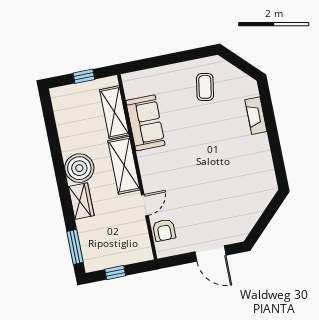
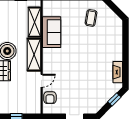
fireplace: (256, 116) -> (118, 72), moved
window: (270, 212) -> (114, 99), added

